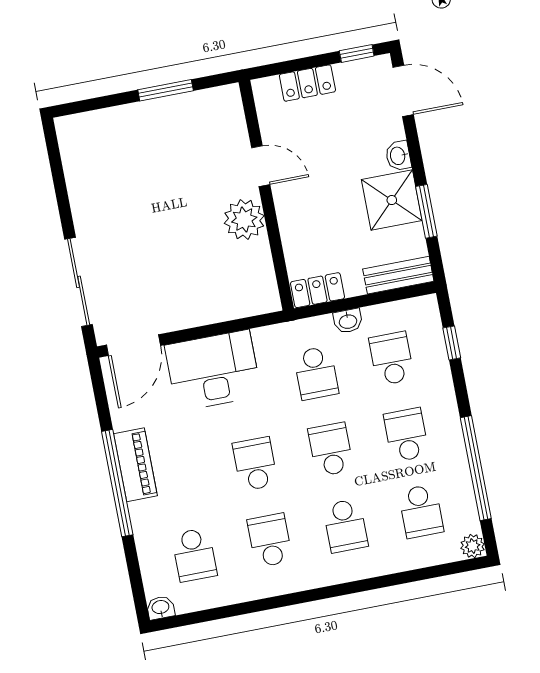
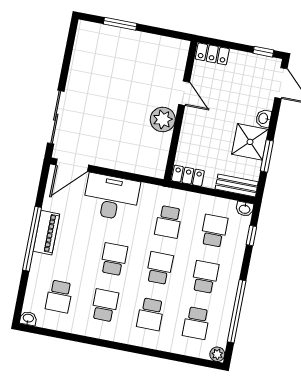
locker: (307, 83) -> (212, 54), moved
window: (166, 90) -> (120, 24), moved
washbasin: (348, 321) -> (245, 209), moved

